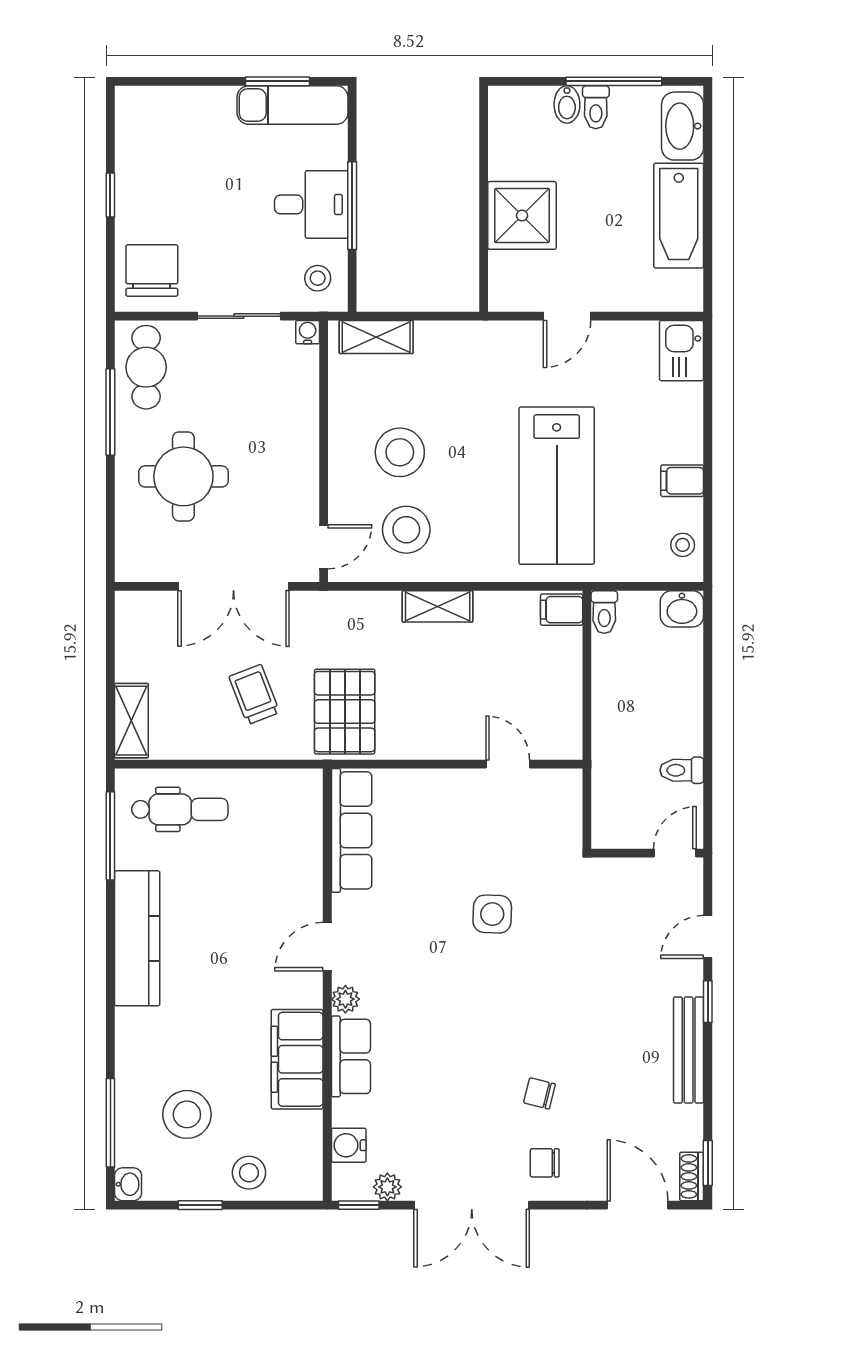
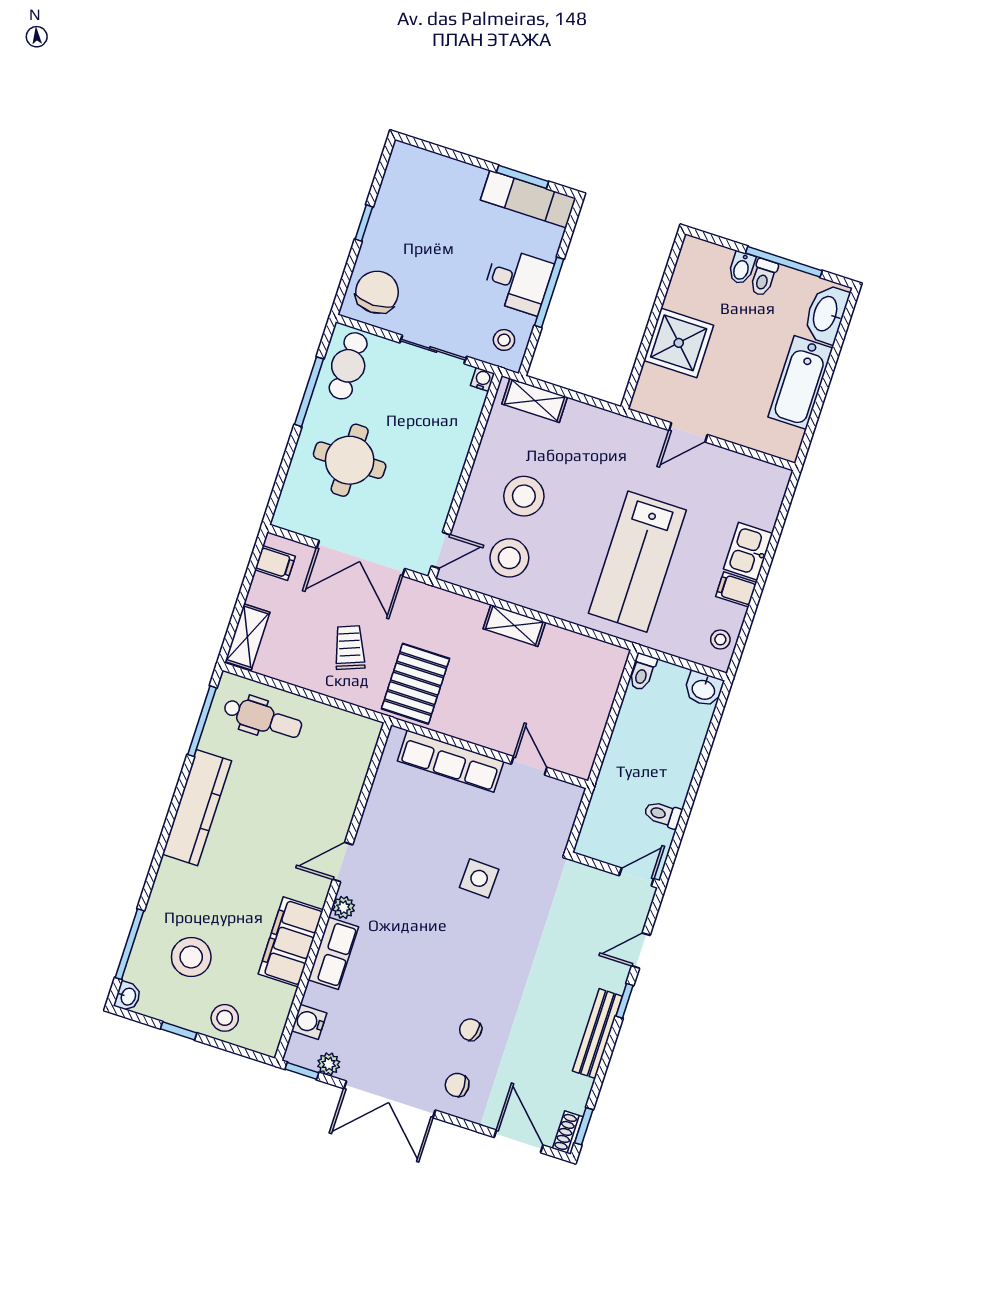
kitchen sink: (682, 351) -> (748, 551), moved
filing cabinet: (562, 610) -> (275, 563), moved, turned 180
row of seats: (352, 830) -> (451, 761), moved, turned 90

